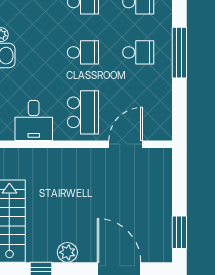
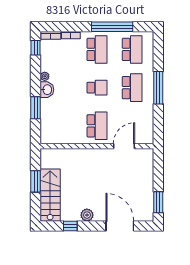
school desk: (138, 52) -> (132, 88), width x1.85
desk: (34, 120) -> (66, 131), removed

